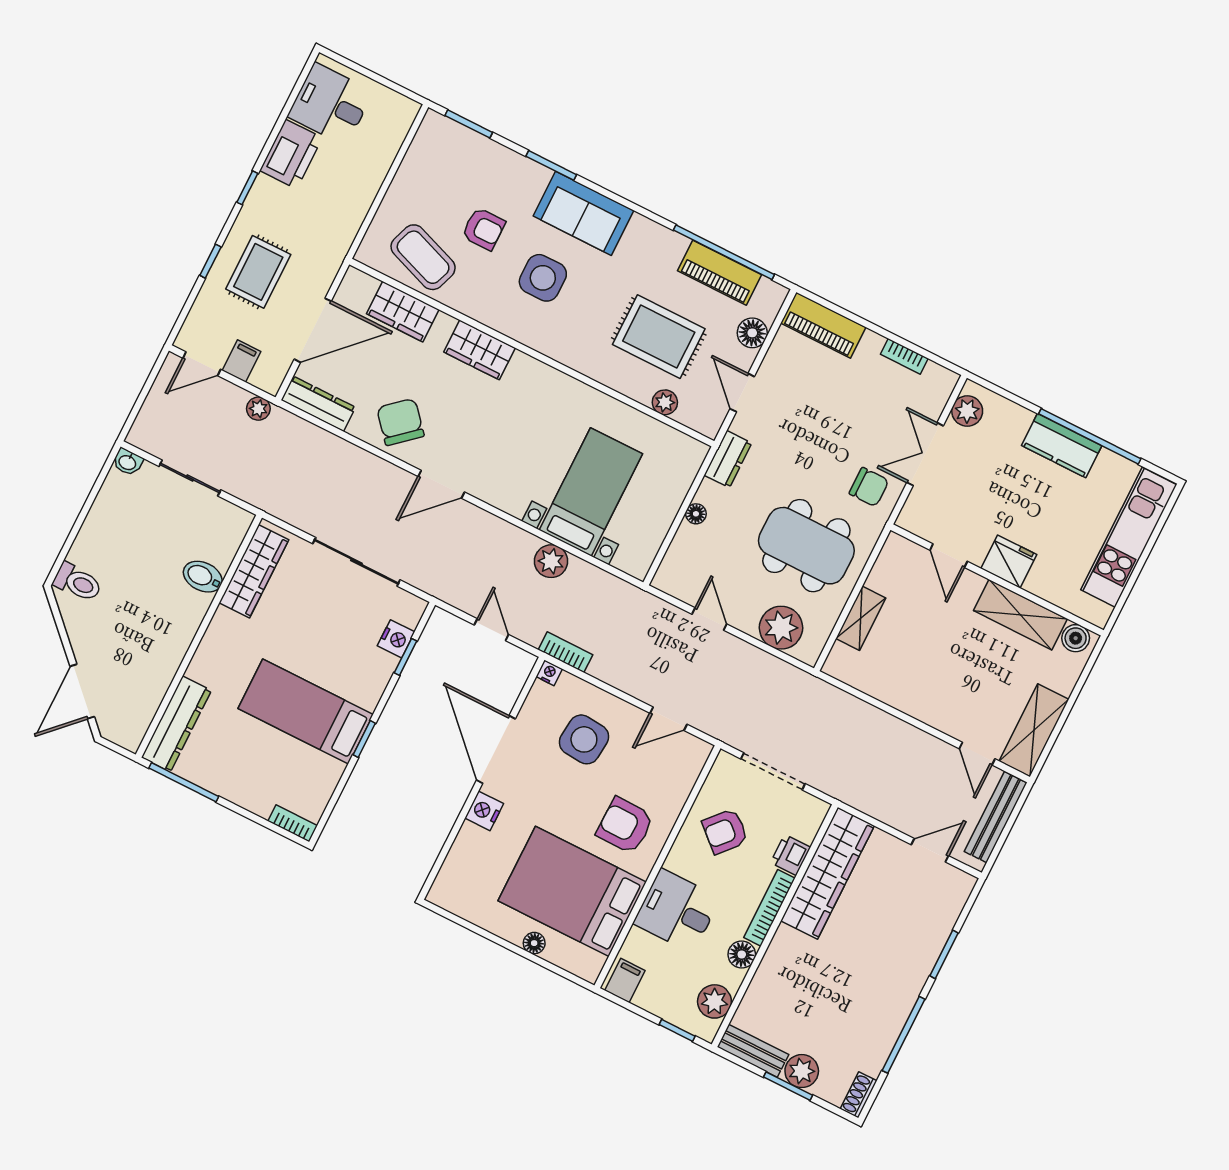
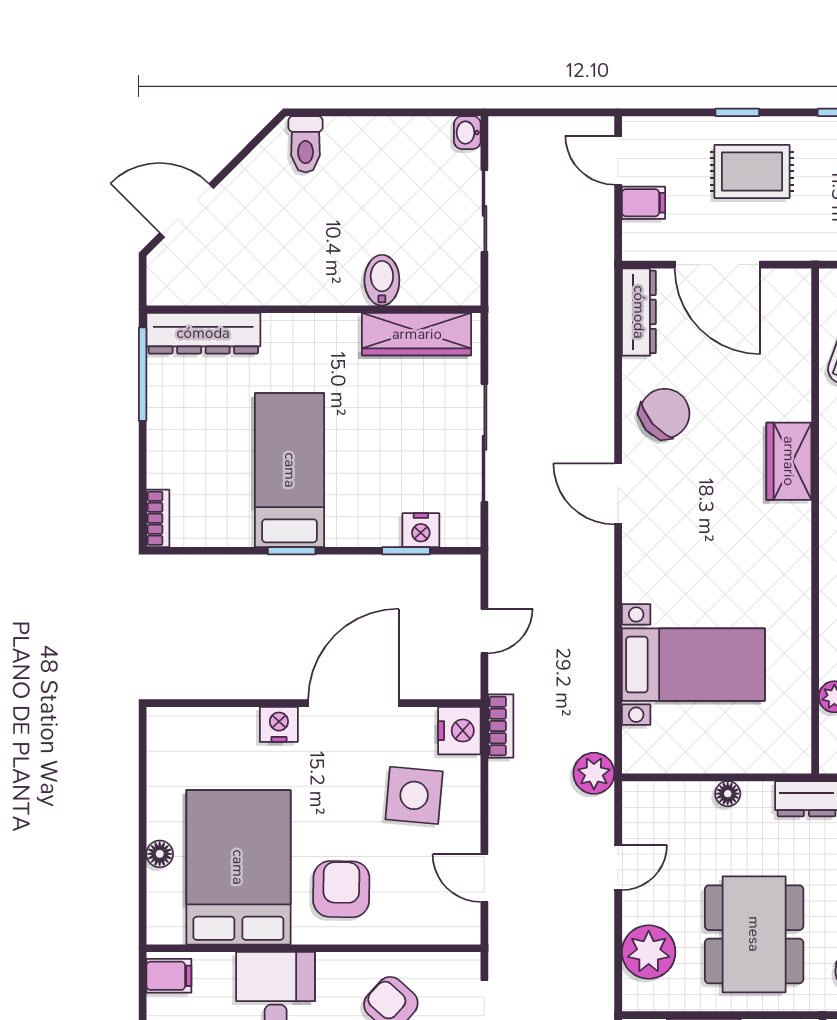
wardrobe: (403, 312) -> (789, 355), removed
plant: (258, 409) -> (600, 248), removed
plant: (551, 561) -> (594, 773), moved
nightstand: (549, 673) -> (459, 731), width x1.89, depth x1.79

